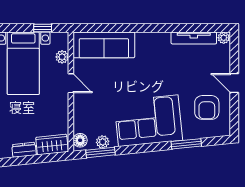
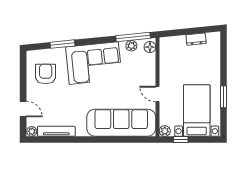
sofa: (104, 45) -> (121, 123), width x1.36, depth x1.27
plant: (62, 57) -> (165, 131), moved
door: (234, 83) -> (23, 109), moved
wardrobe: (52, 145) -> (173, 44), removed
window: (101, 153) -> (133, 37), width x1.44

